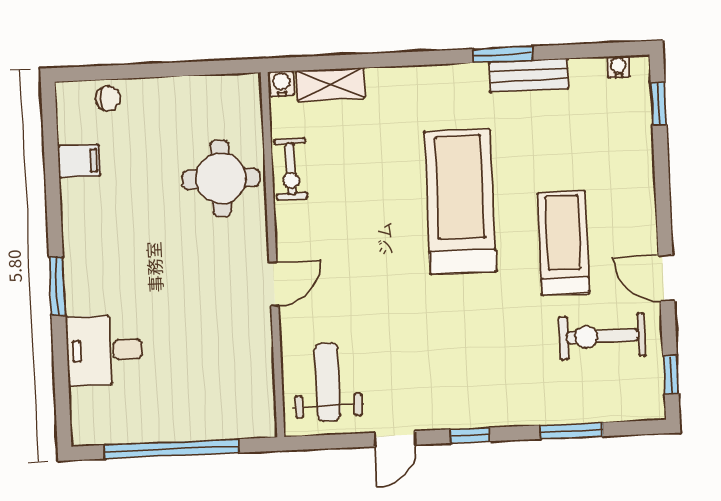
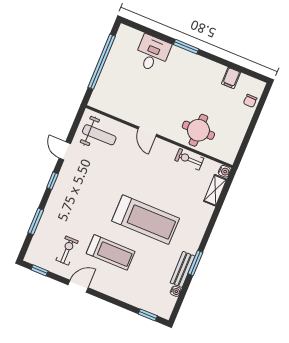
water cooler: (619, 67) -> (176, 291), moved
exercise bike: (602, 336) -> (67, 251), width x0.73, depth x0.72

